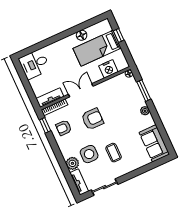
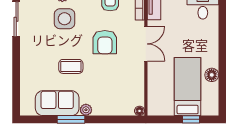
nightstand: (108, 69) -> (156, 89), removed
window: (144, 91) -> (71, 119), moved
sofa: (154, 143) -> (57, 103), moved
coffee table: (114, 153) -> (71, 66), moved

